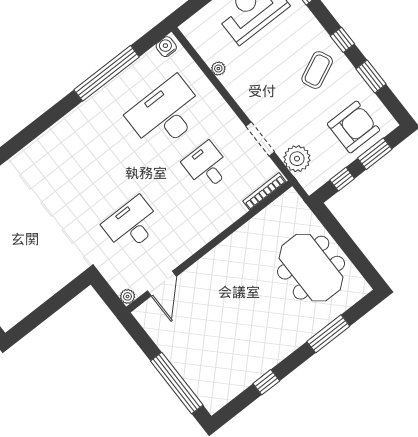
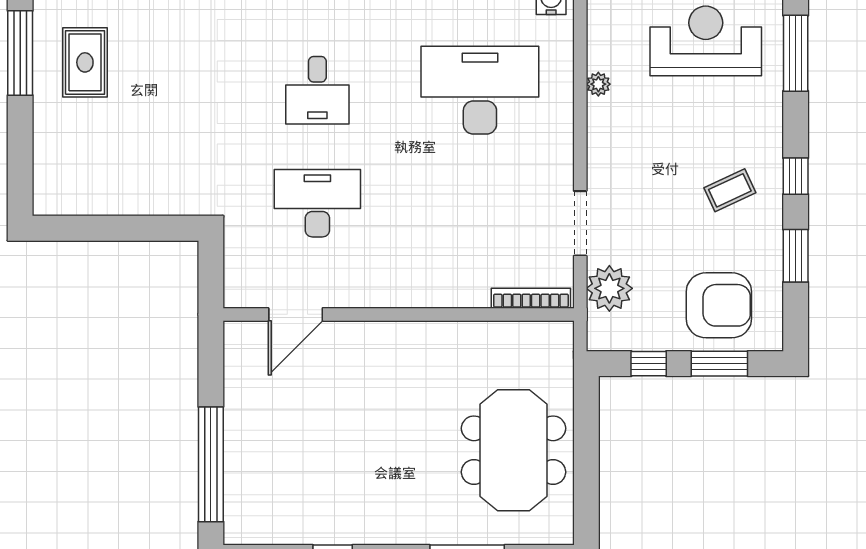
coffee table: (317, 70) -> (730, 190), width x0.73, depth x0.77
desk: (207, 166) -> (317, 90), moved, turned 180
plant: (128, 296) -> (236, 296), removed

